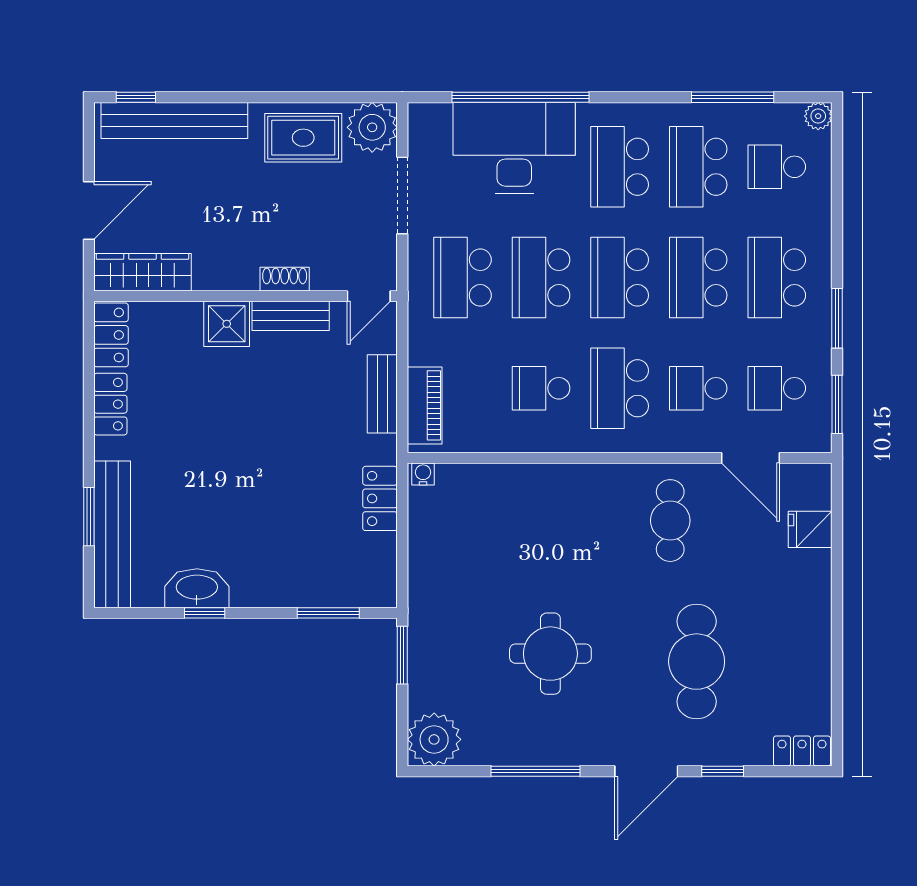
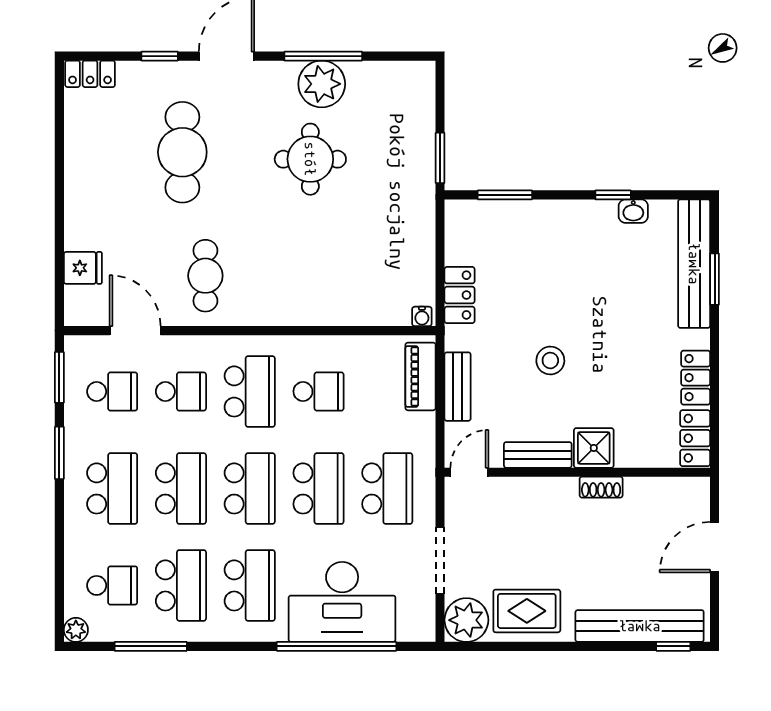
wardrobe: (143, 272) -> (668, 493), removed
shoe rack: (285, 279) -> (601, 487), moved
stool: (276, 424) -> (550, 360), added
washbasin: (197, 588) -> (633, 211), width x0.52, depth x0.69
plant: (434, 739) -> (322, 84), moved

